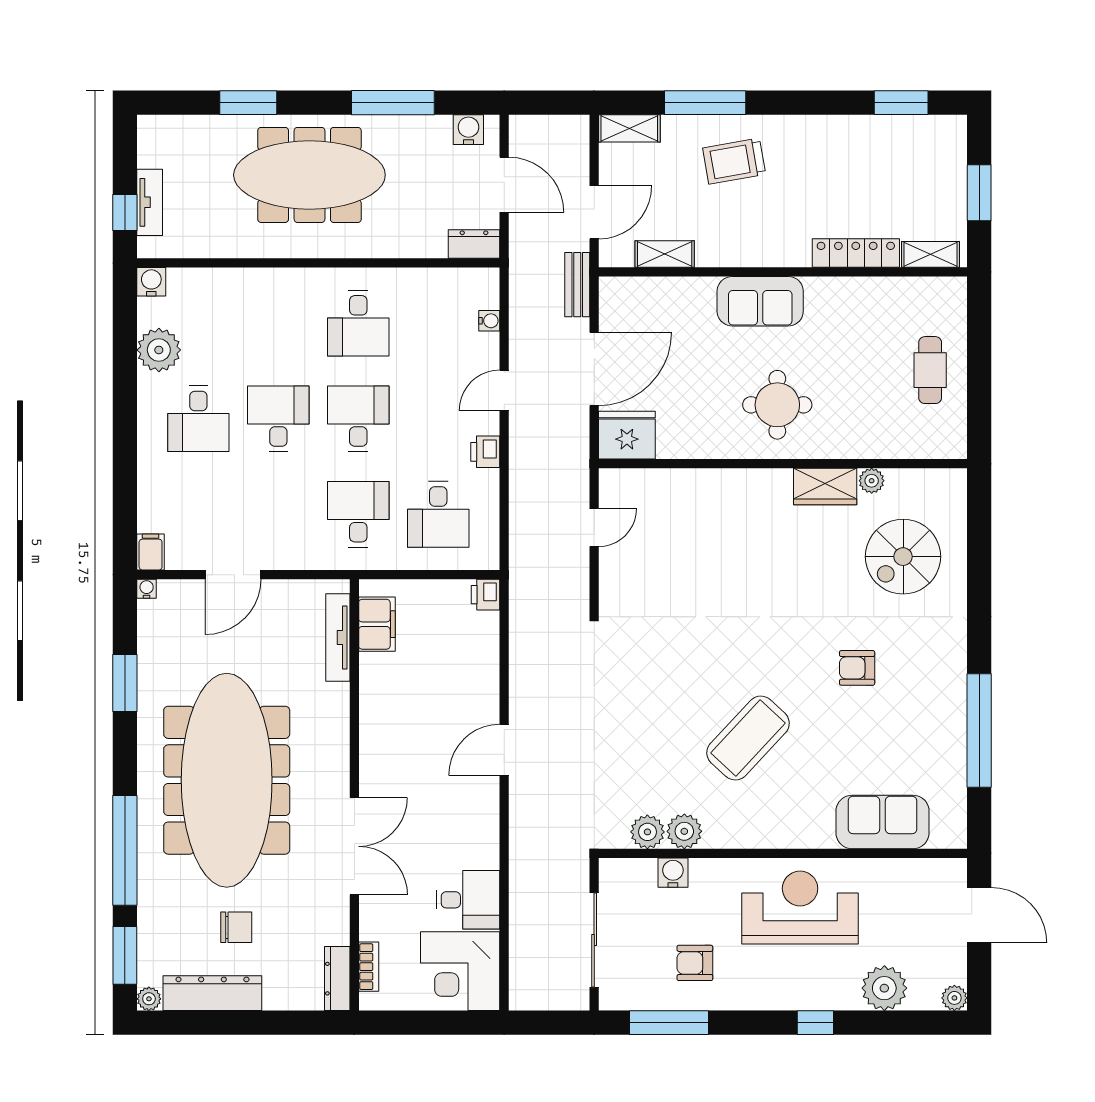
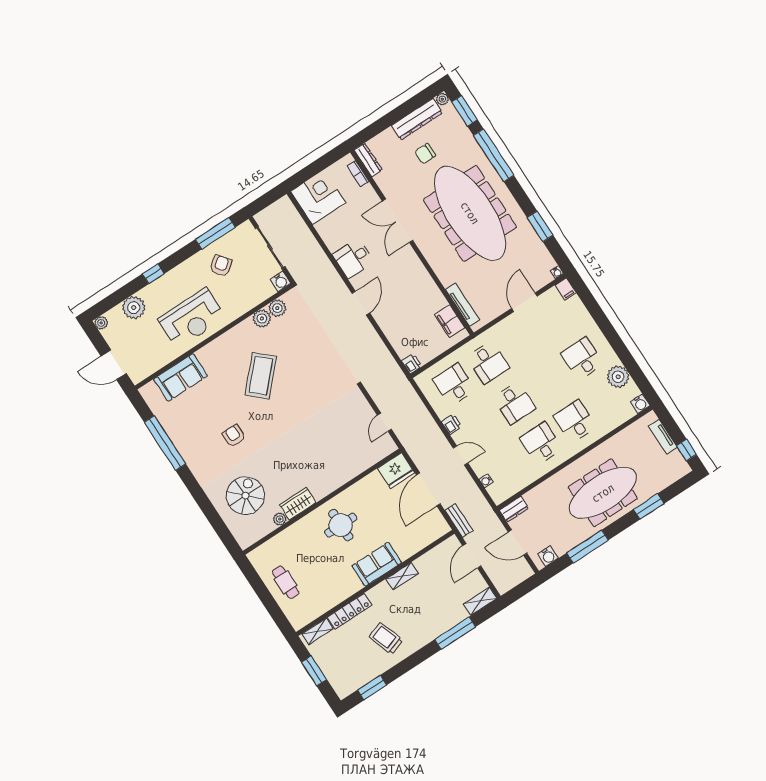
trolley: (734, 161) -> (386, 638), moved, turned -99
window: (125, 212) -> (686, 450), moved
shelving: (665, 254) -> (402, 576), moved
door: (504, 390) -> (461, 455), hinge flipped
desk: (278, 419) -> (575, 421), moved, turned 180
armchair: (857, 668) -> (234, 436), turned -90
water cooler: (673, 873) -> (281, 281), moved
desk: (468, 900) -> (353, 258), moved
armchair: (695, 963) -> (221, 266), turned -39

